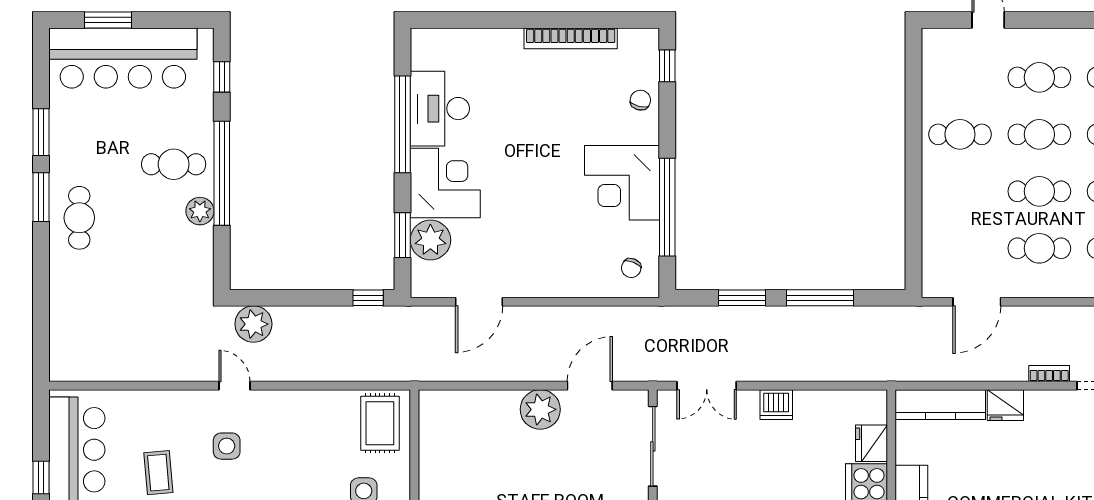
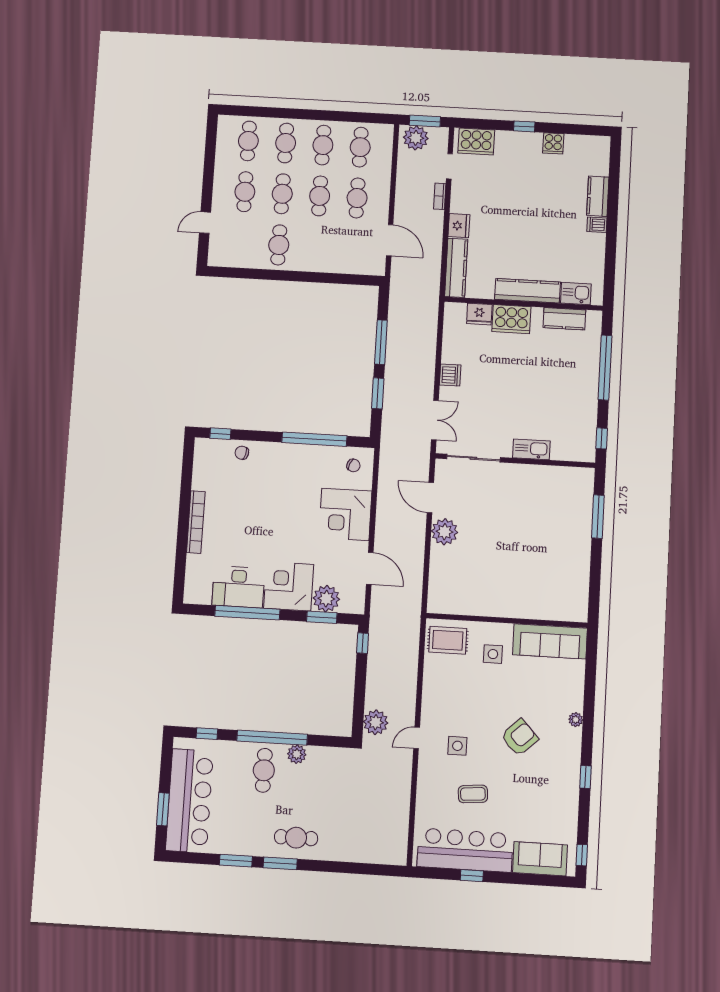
bookcase: (571, 38) -> (196, 522), moved
corner desk: (622, 183) -> (345, 514), moved, turned 90

